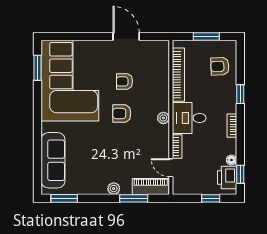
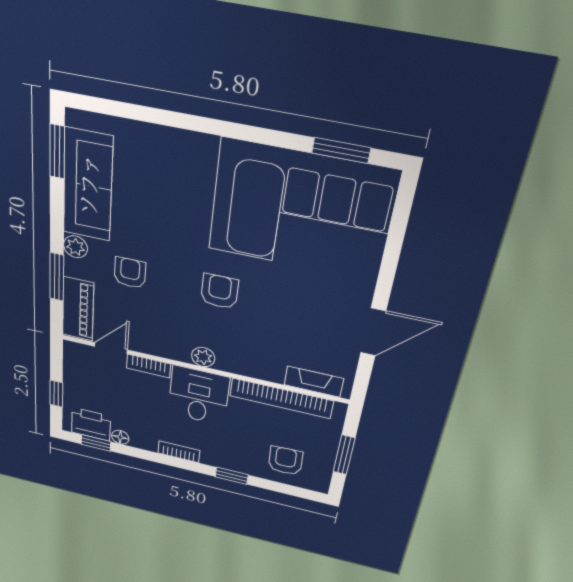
fireplace: (163, 60) -> (314, 382), added
armchair: (124, 81) -> (130, 273), moved
sofa: (53, 160) -> (88, 185), moved, turned -90

